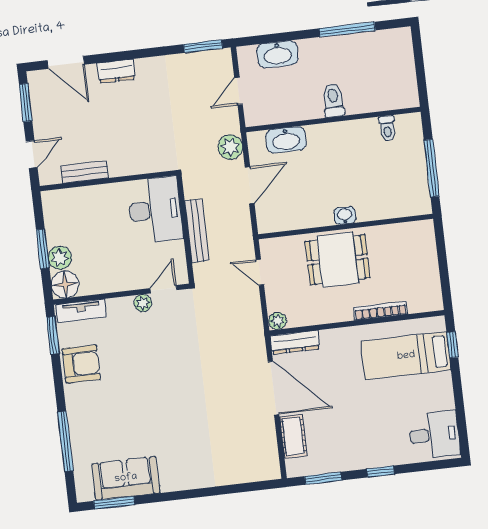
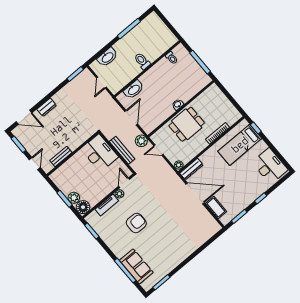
plant: (230, 147) -> (141, 141), moved
tv unit: (81, 311) -> (107, 205), moved
armchair: (81, 364) -> (136, 223), moved
desk: (434, 435) -> (270, 166), width x1.37
sofa: (126, 478) -> (136, 266), moved, turned 90

